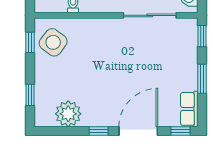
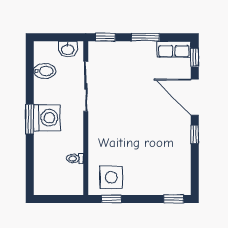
side table: (53, 42) -> (111, 177), turned -37
window: (30, 95) -> (174, 199), moved
plant: (68, 114) -> (178, 163), removed

